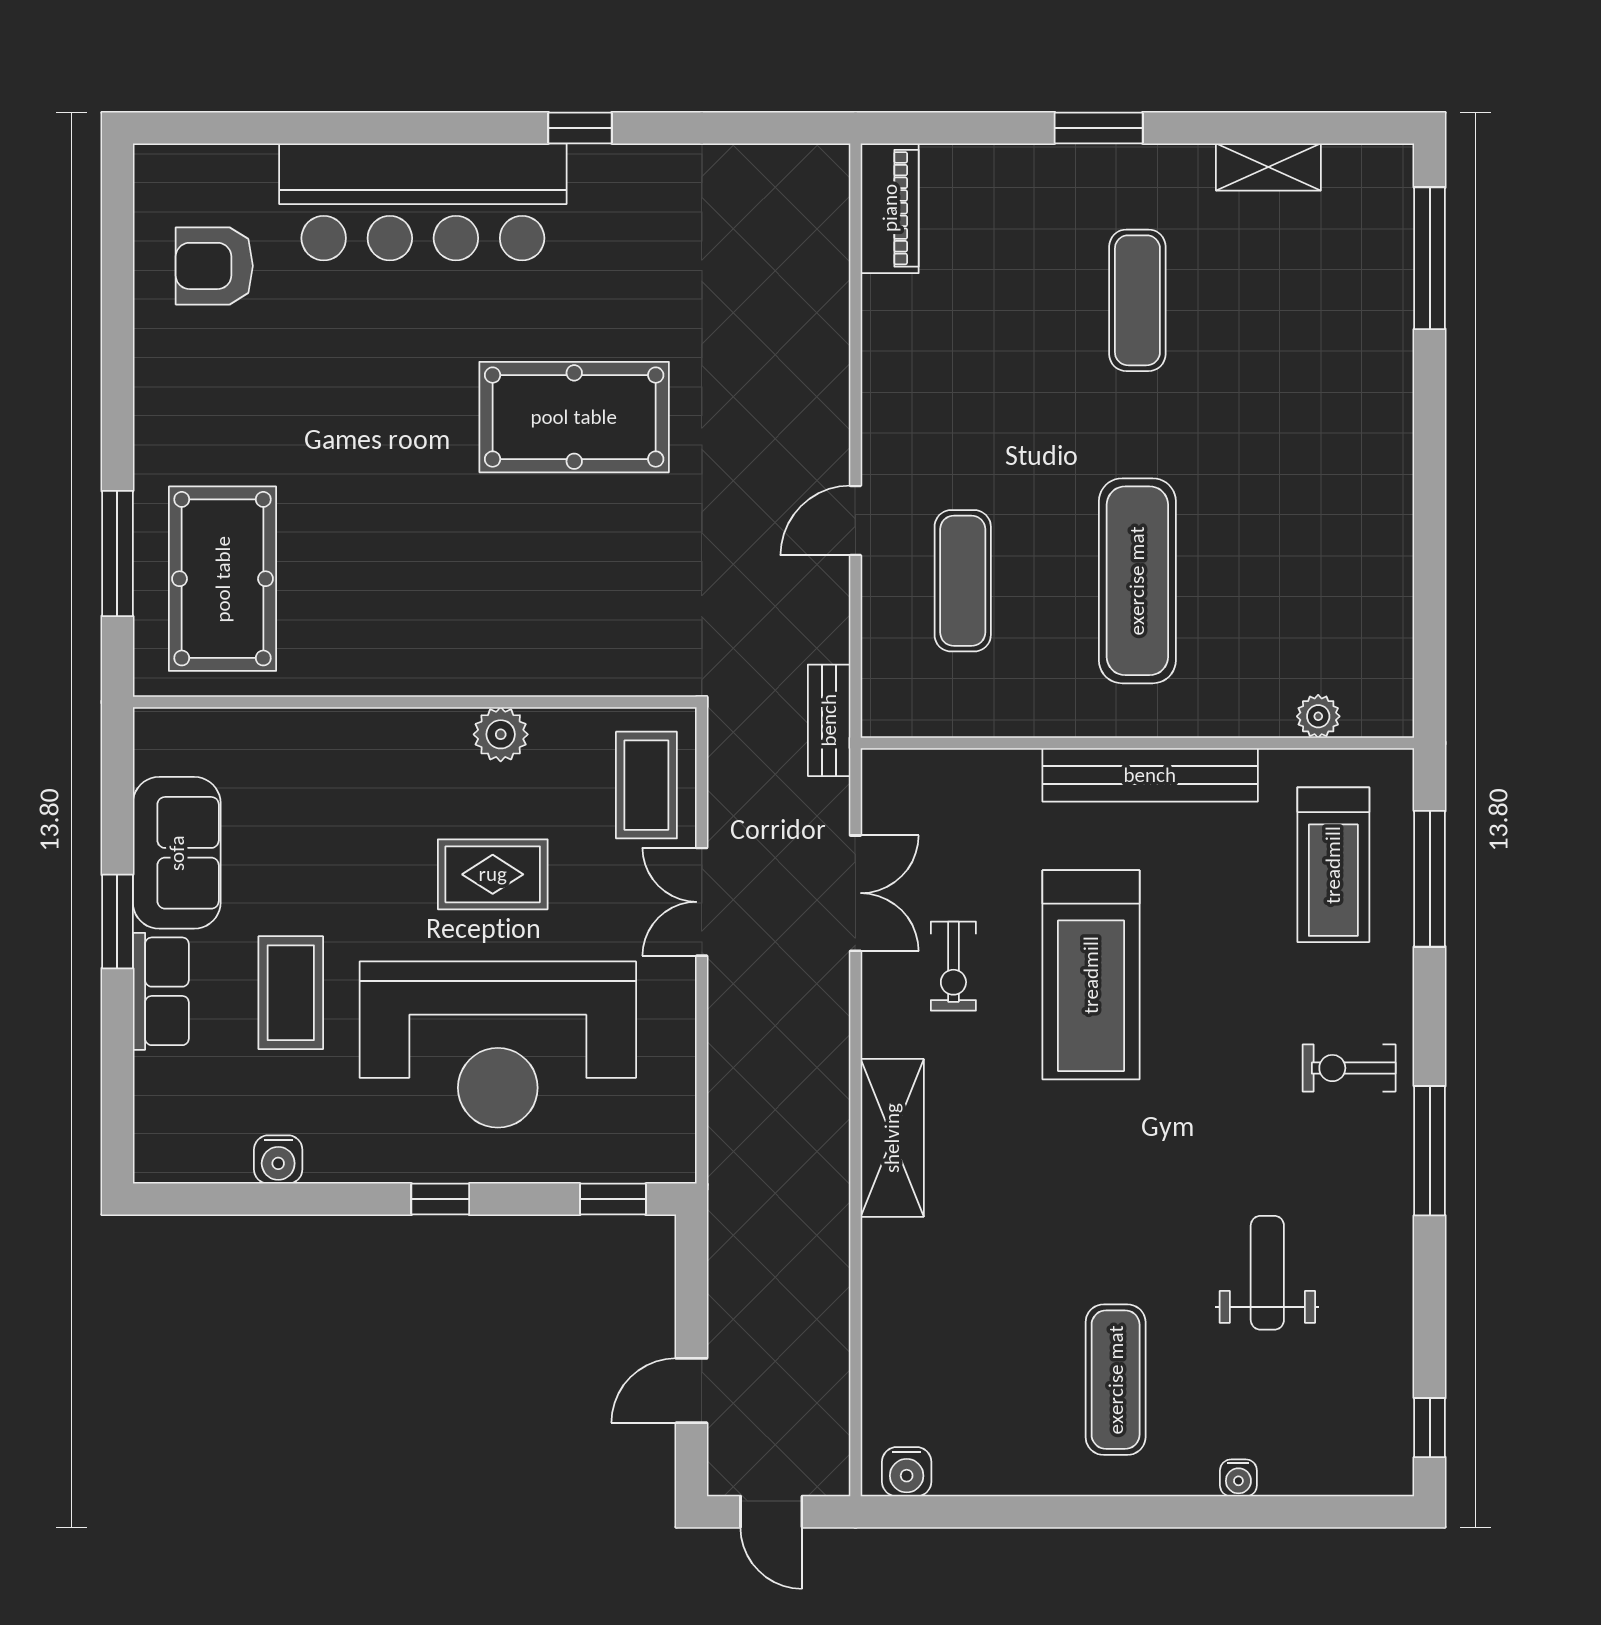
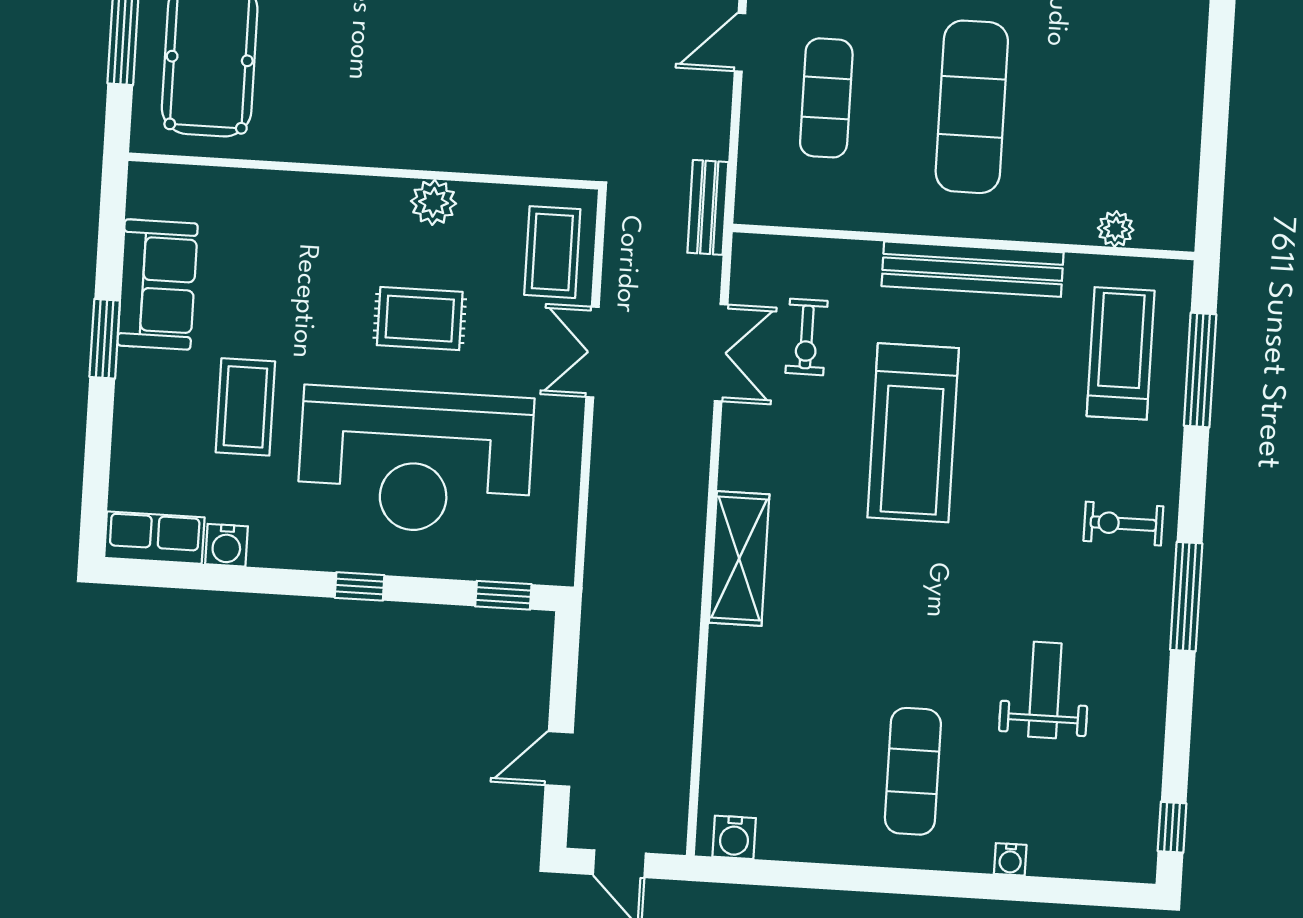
treadmill: (1333, 865) -> (1121, 353), turned 180
exercise bike: (953, 966) -> (807, 337), moved
row of seats: (161, 991) -> (154, 538), moved, turned -90

